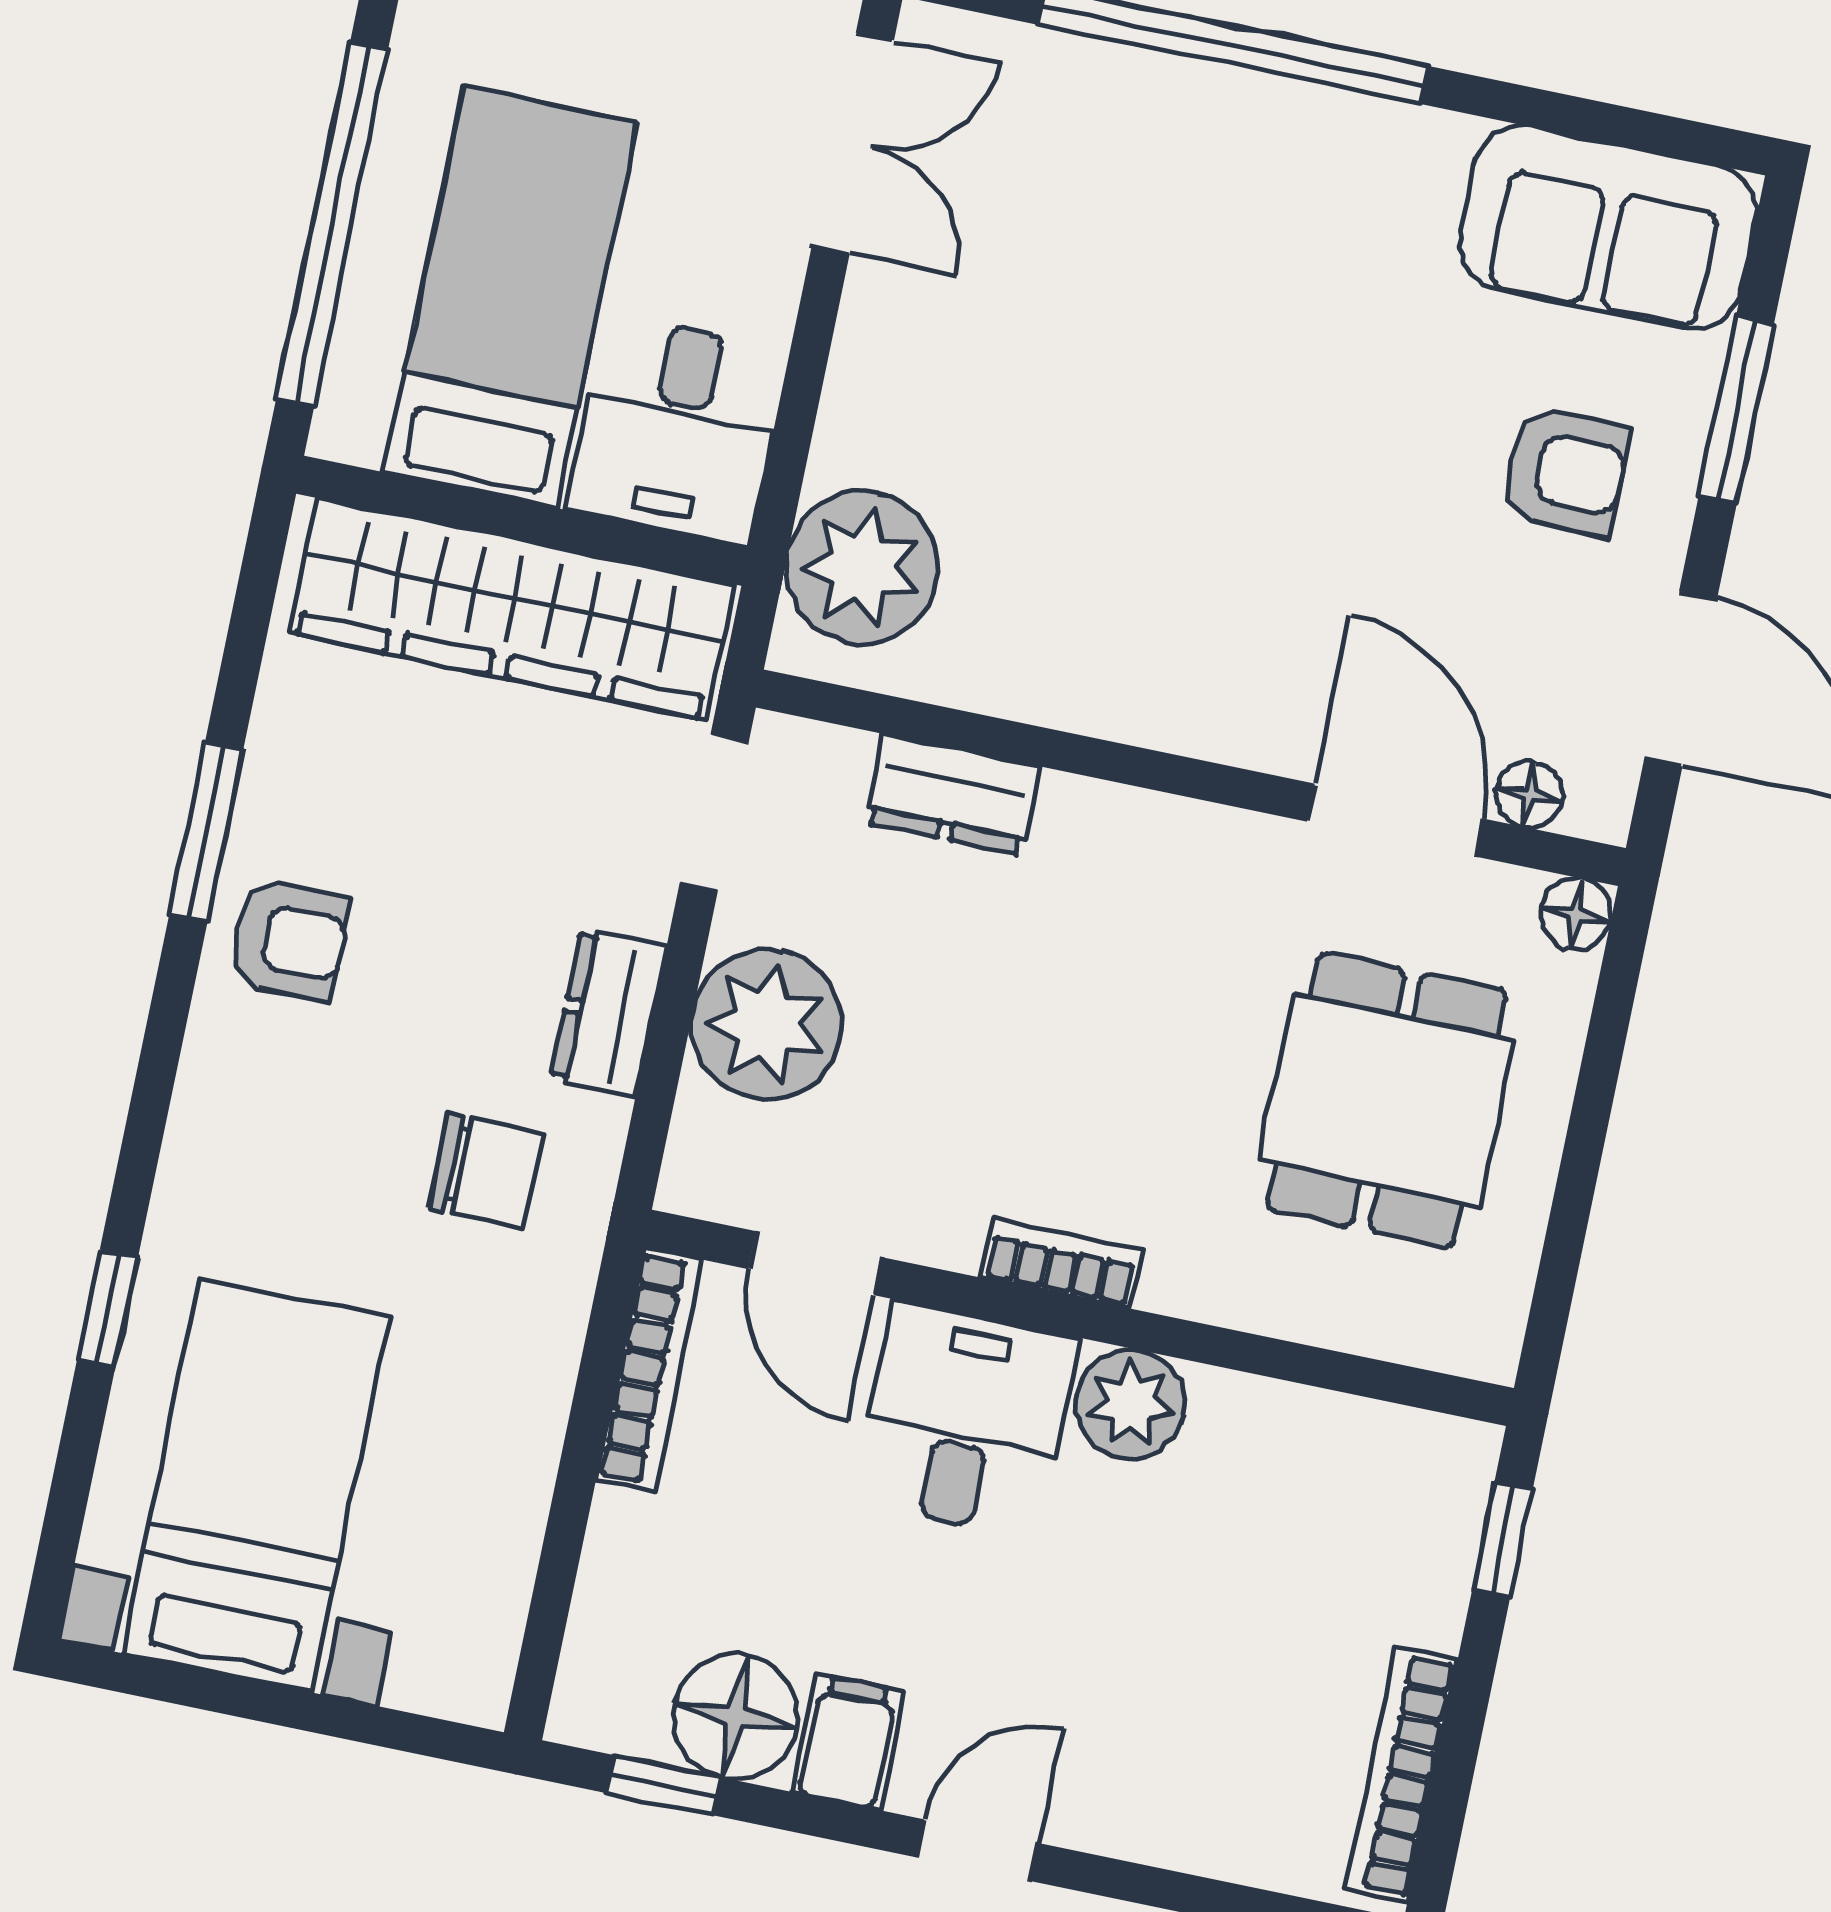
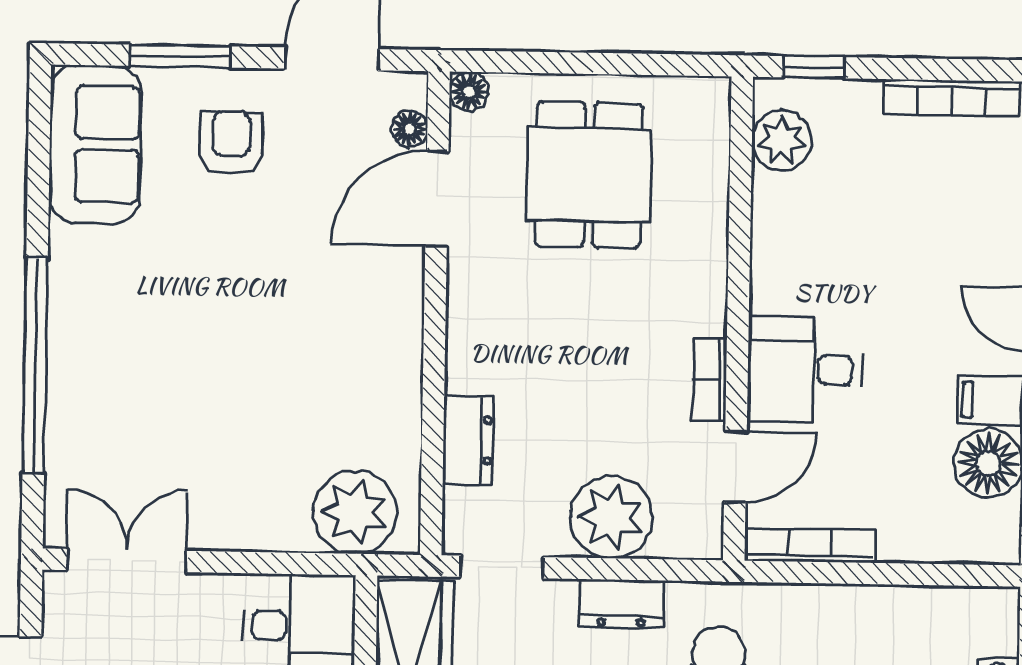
dining table: (1387, 1100) -> (589, 175), turned 90
bookcase: (1061, 1264) -> (710, 379), moved
plant: (1130, 1404) -> (782, 140), moved

